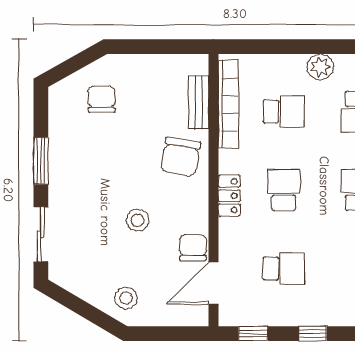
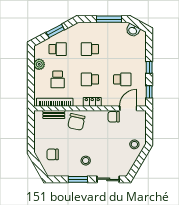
school desk: (284, 112) -> (58, 79), turned 180
chair: (181, 157) -> (76, 122), turned 92
stool: (138, 220) -> (86, 161), moved
school desk: (284, 269) -> (122, 79), turned 90
door: (213, 283) -> (128, 108), swing flipped

